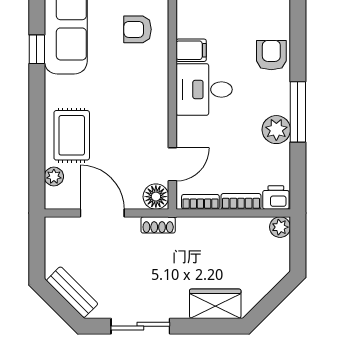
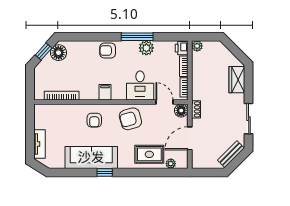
desk: (204, 89) -> (140, 85), moved
armchair: (140, 99) -> (130, 119), added

